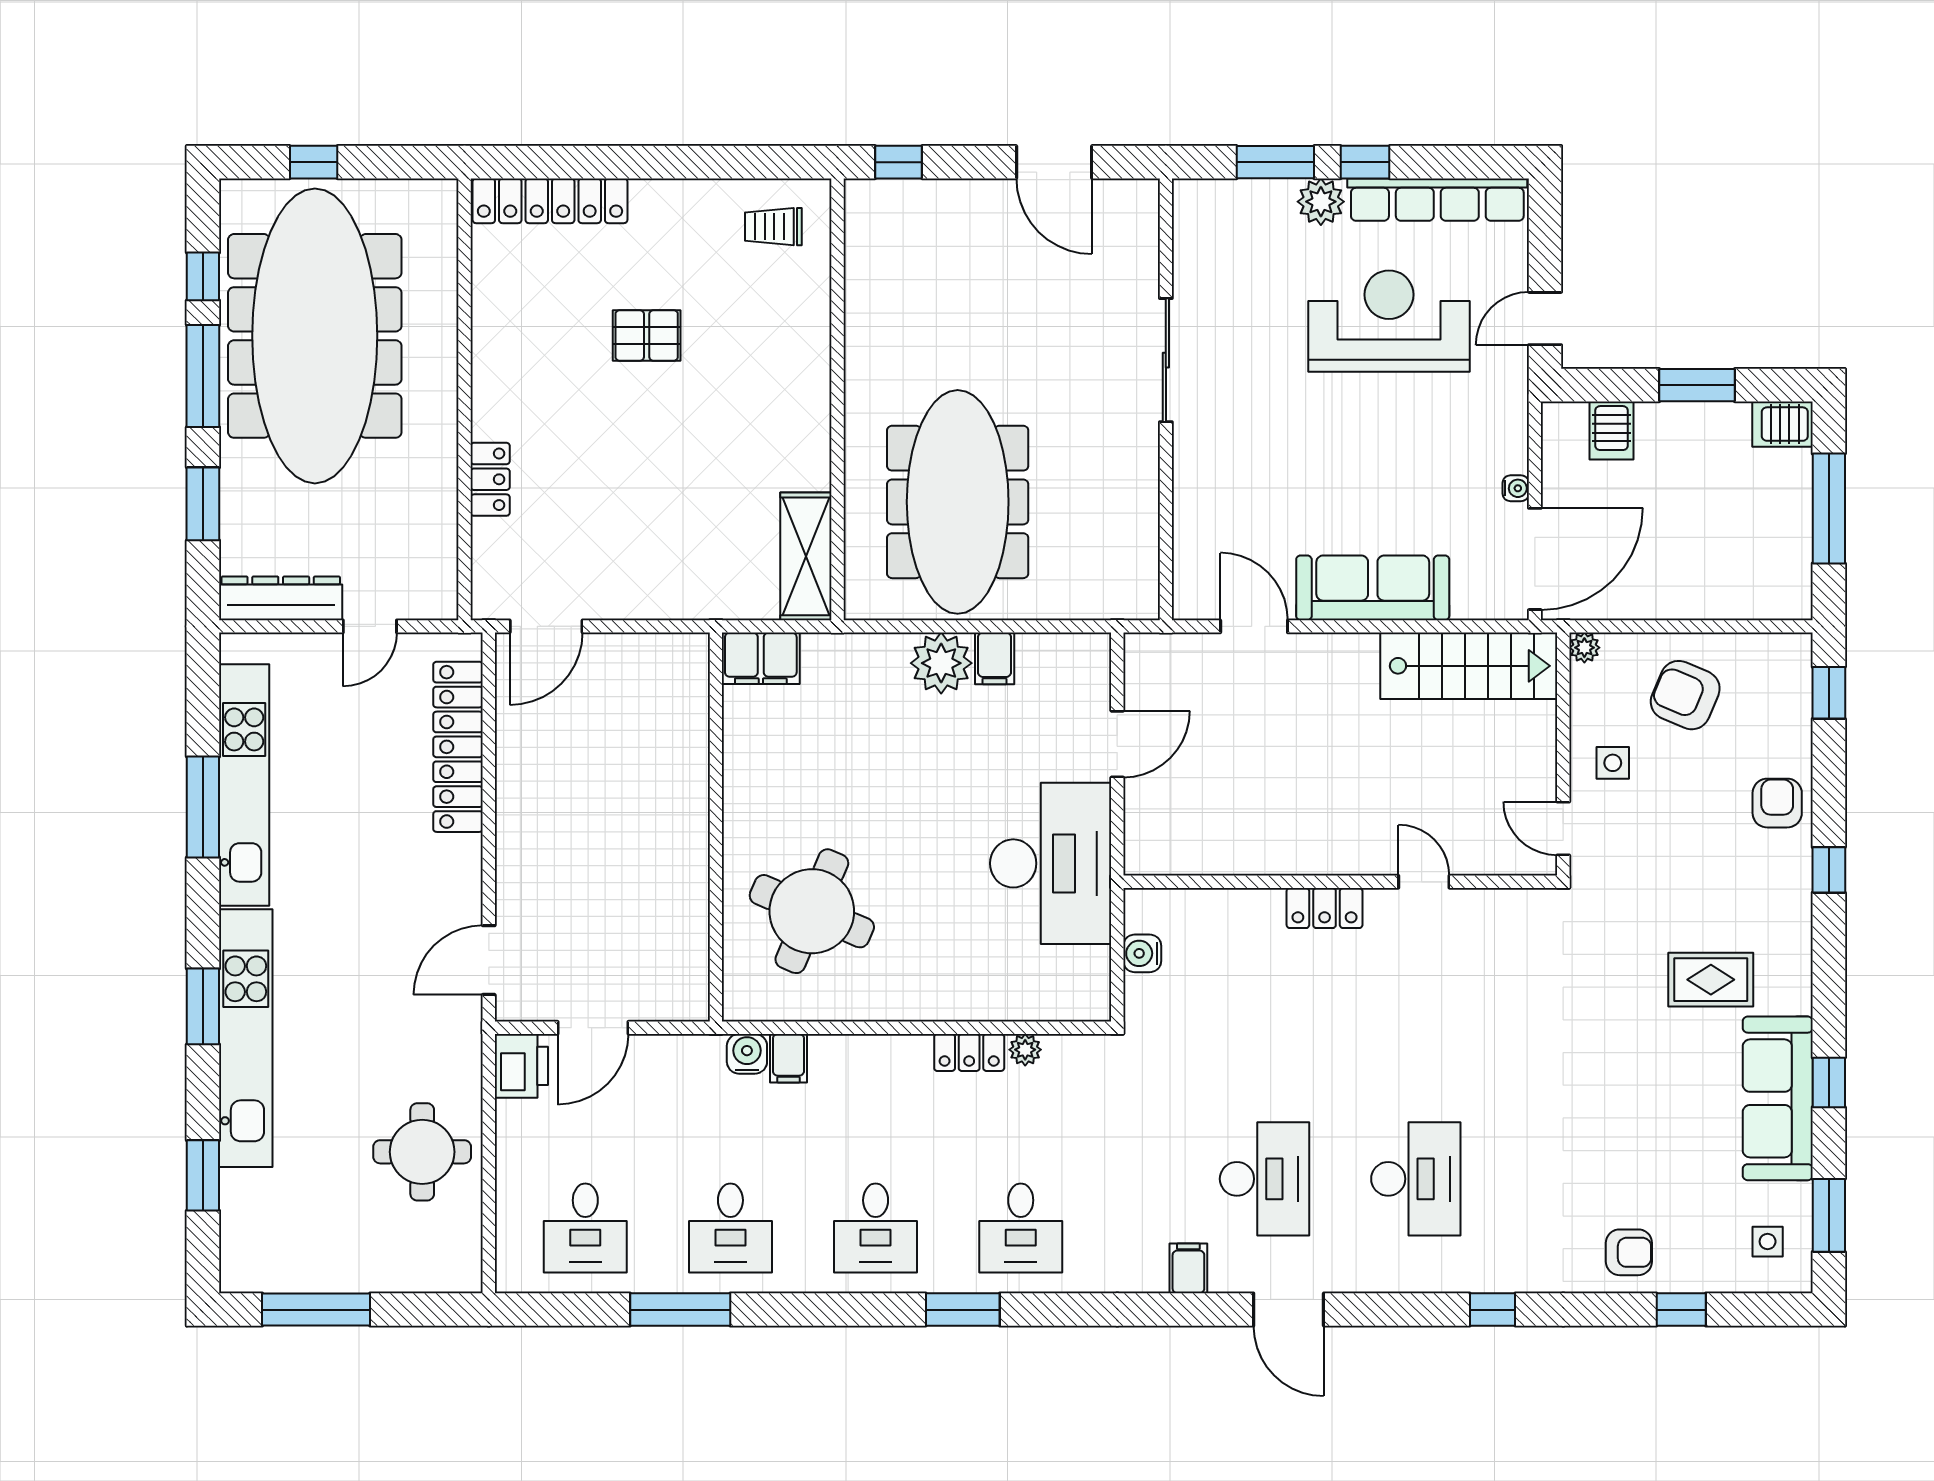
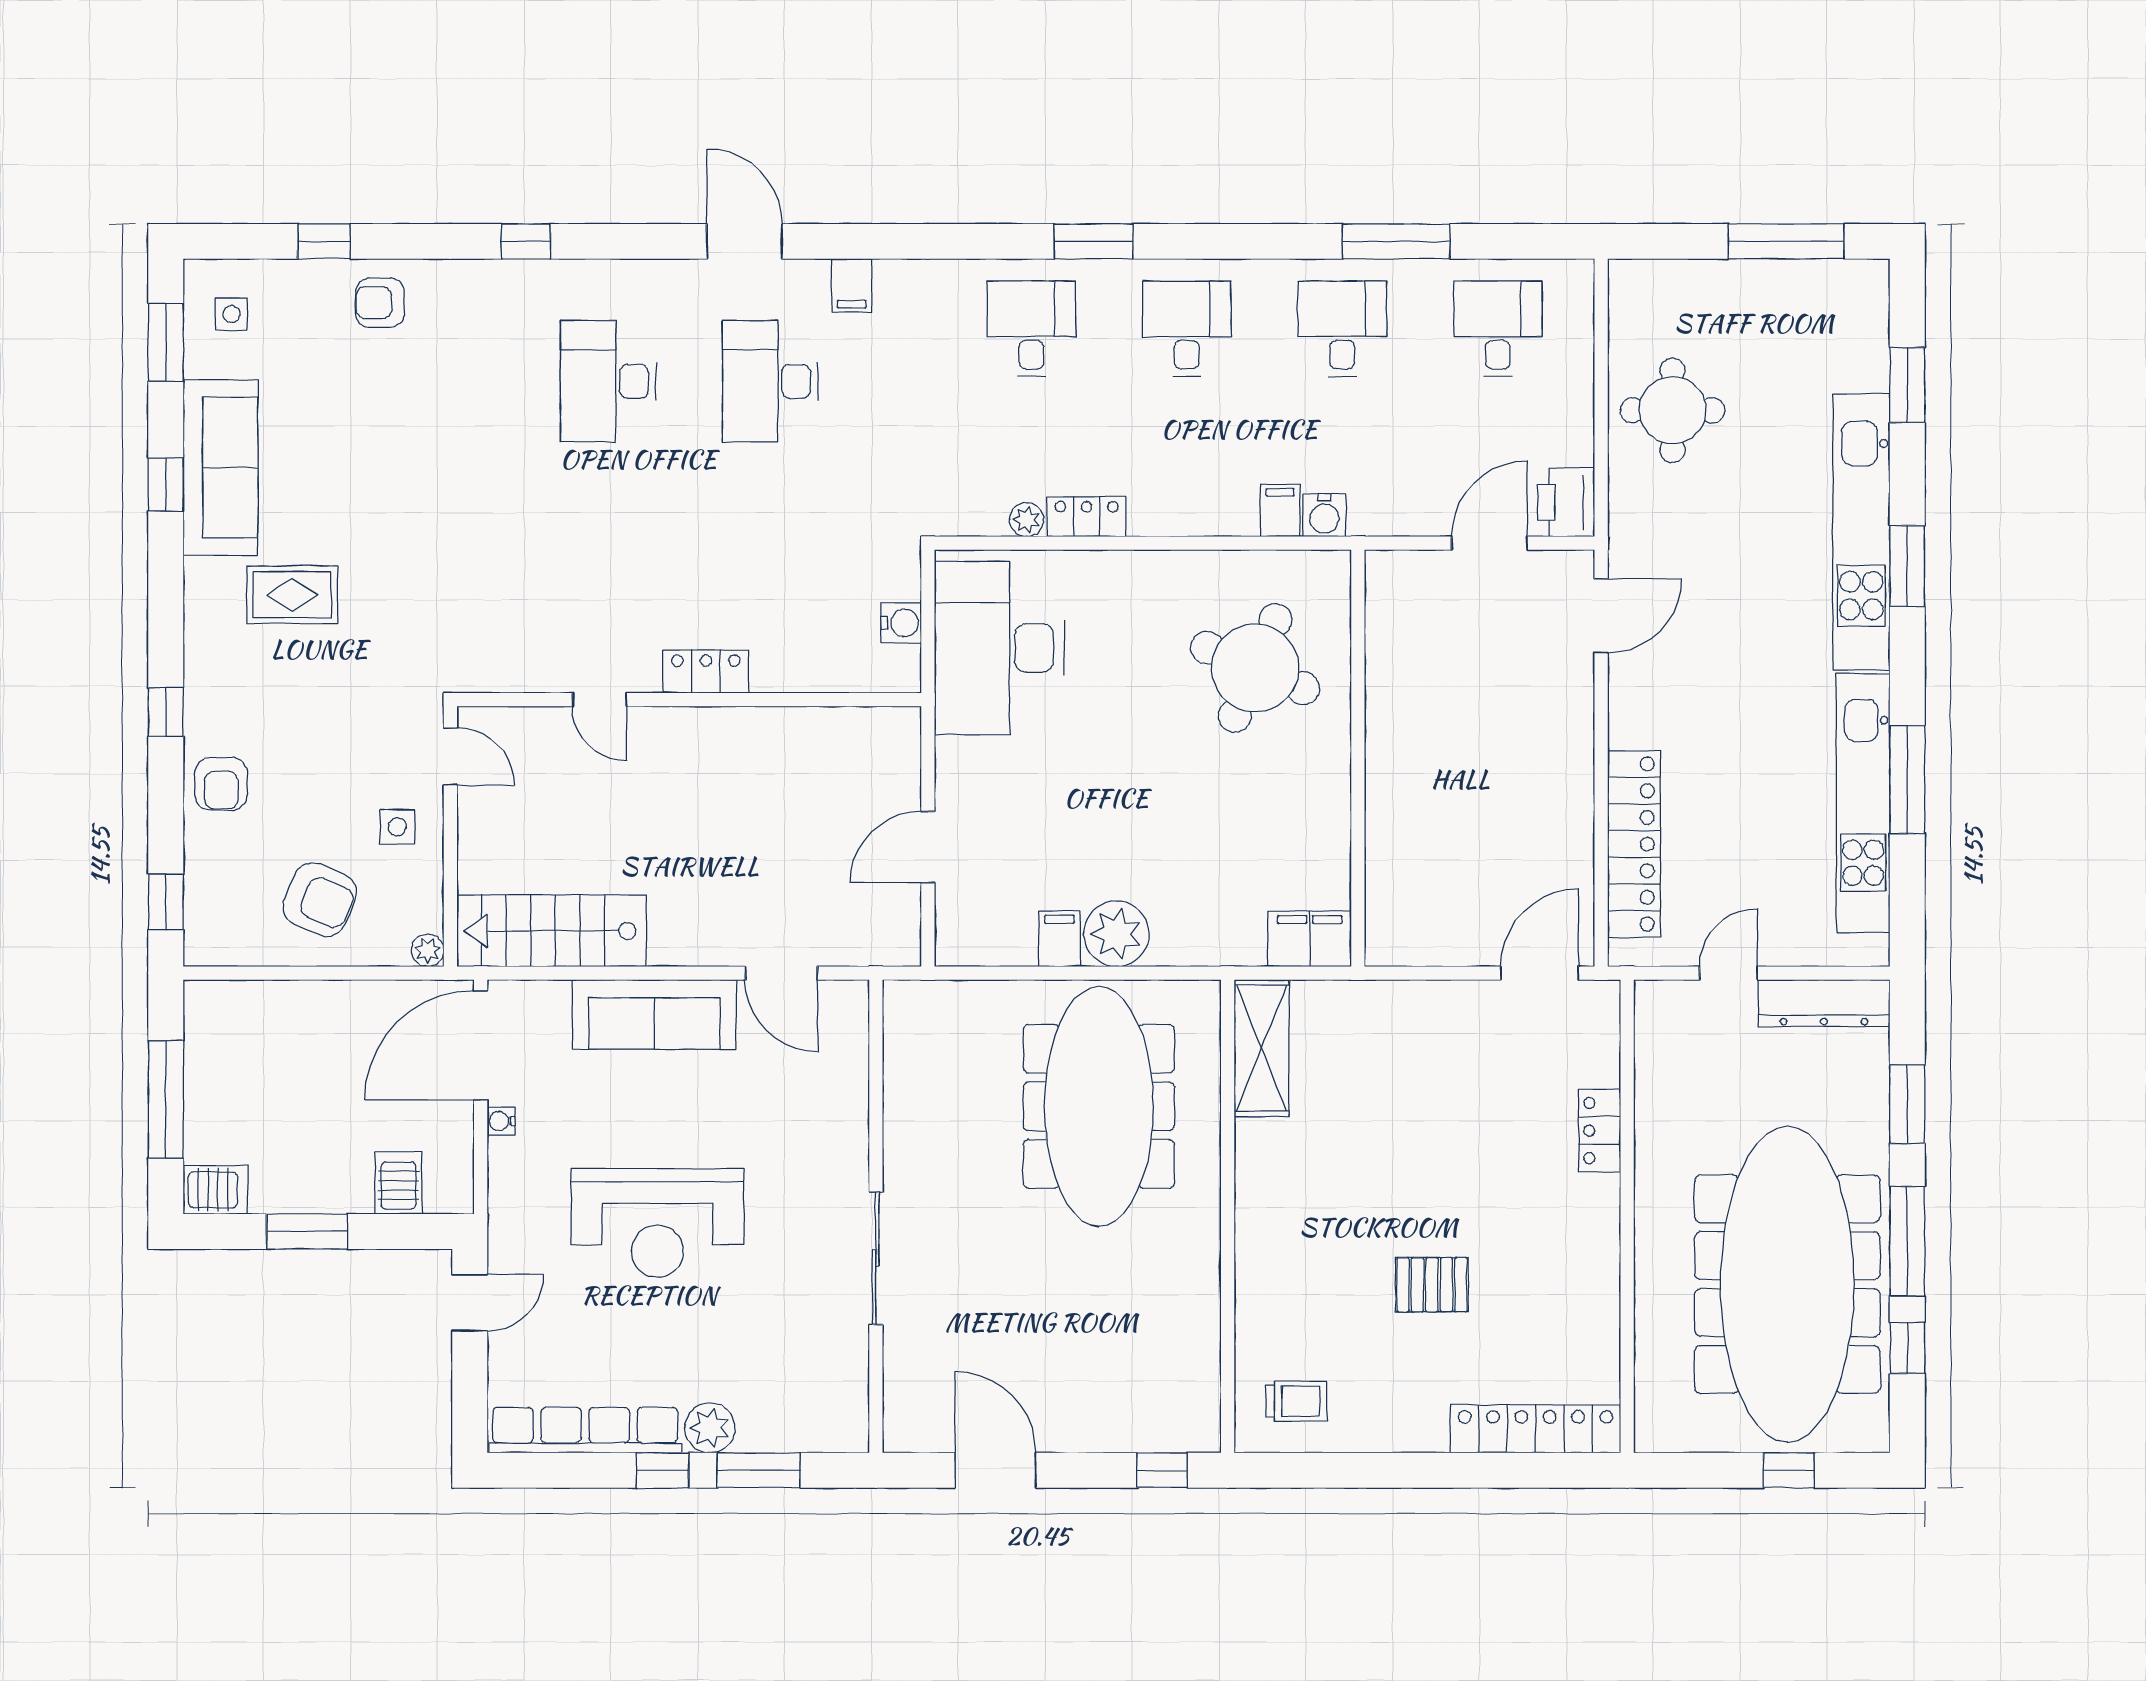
reception desk: (1389, 321) -> (657, 1223), moved
desk: (1051, 863) -> (999, 648), moved

